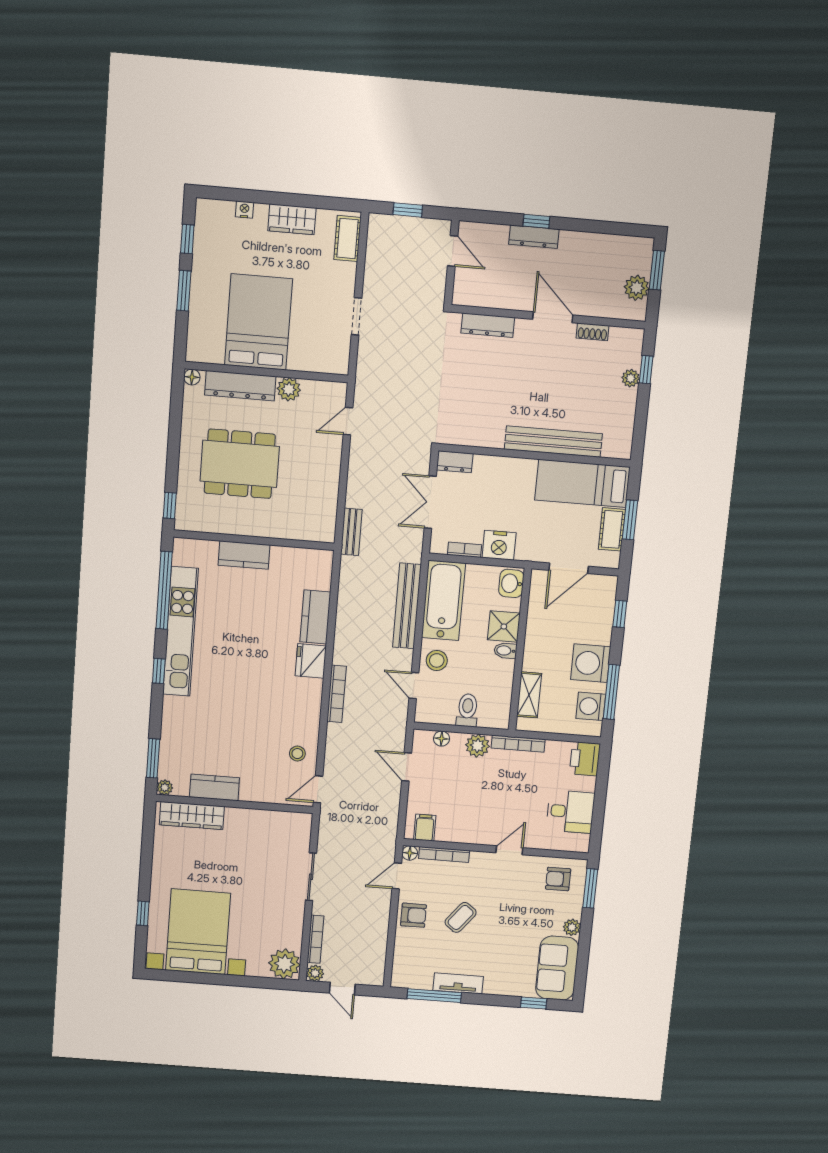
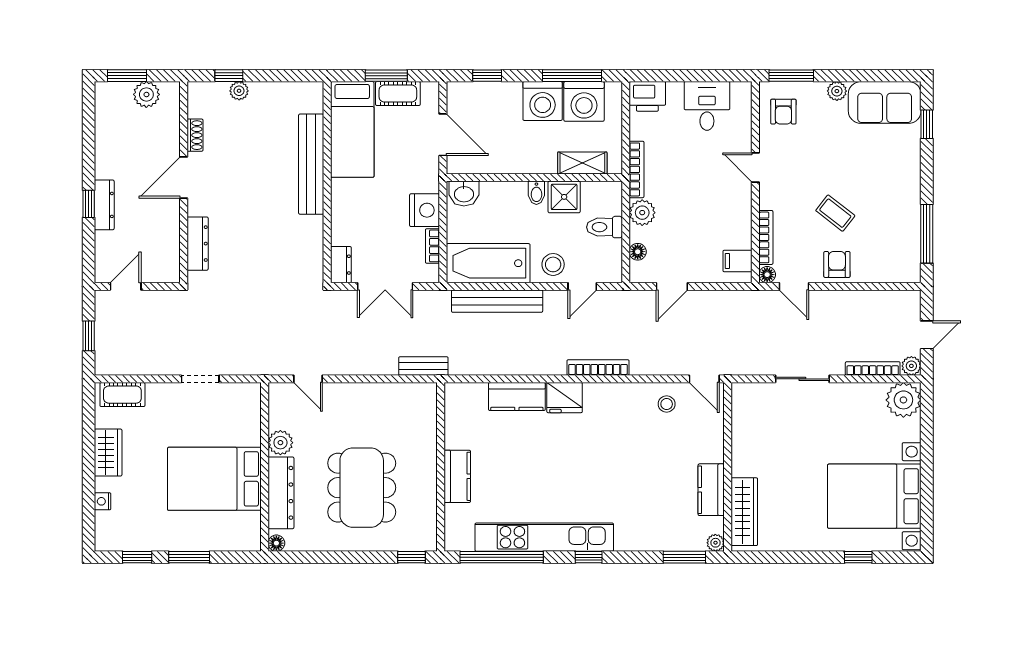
shower: (504, 626) -> (564, 197), moved
washing machine: (591, 706) -> (584, 101), width x1.37, depth x1.37
tv unit: (458, 983) -> (911, 209), removed

